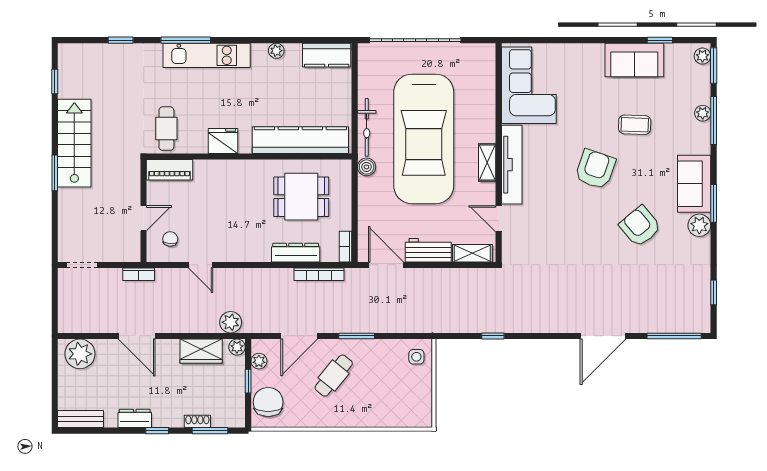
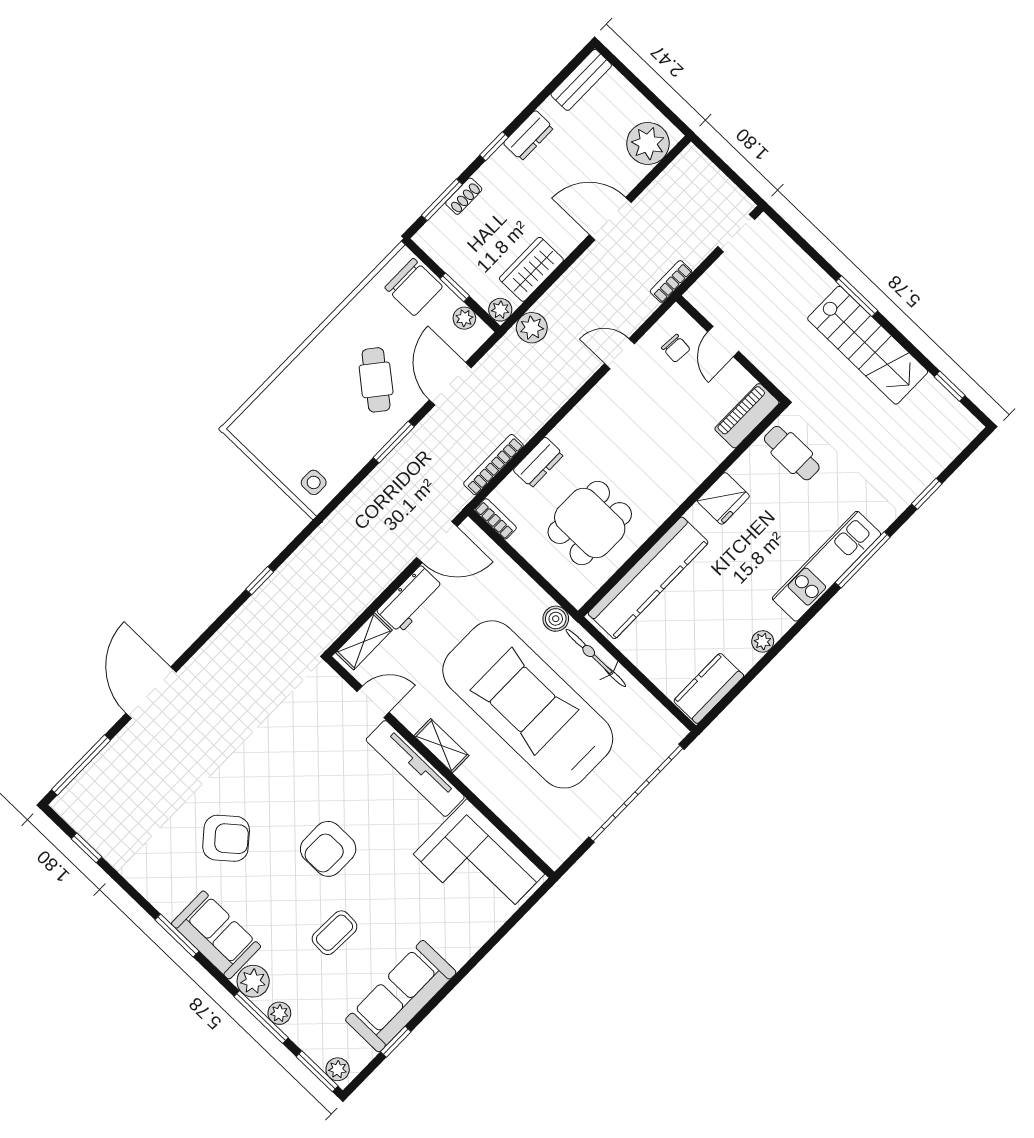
sofa: (634, 60) -> (401, 996), width x1.36
armchair: (595, 169) -> (328, 849), turned 71
plant: (699, 225) -> (253, 981), moved
dresser: (296, 253) -> (538, 462), width x0.70

